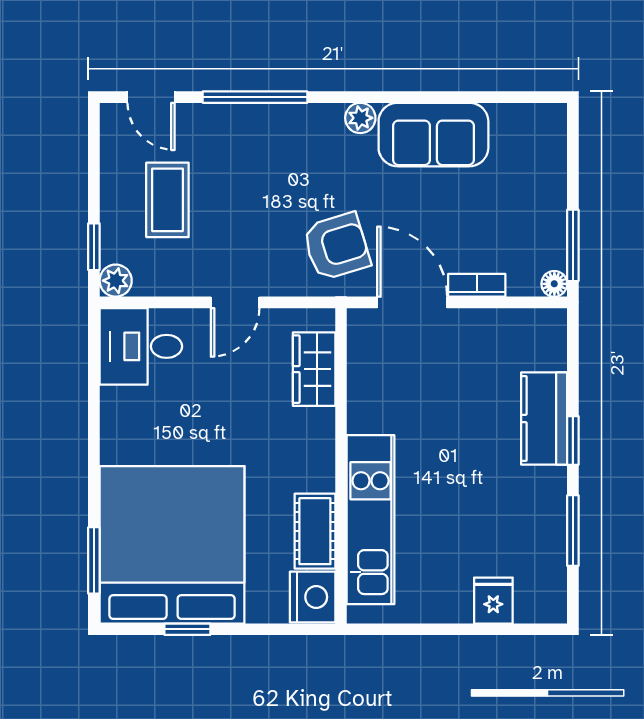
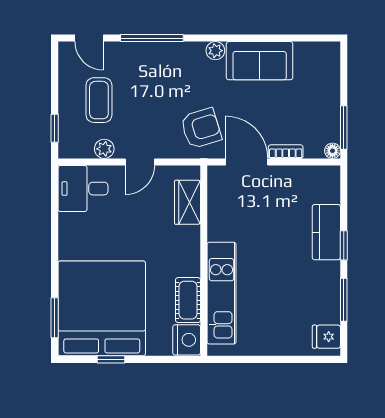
plant: (116, 281) -> (104, 149), moved
fridge: (493, 601) -> (326, 337), moved, turned -90

